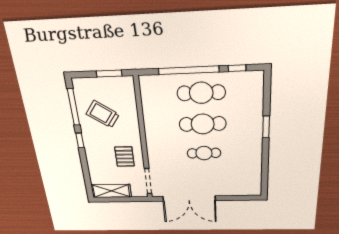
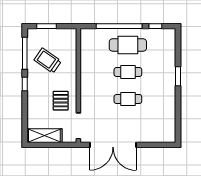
window: (109, 73) -> (47, 26), moved
cafe table: (203, 124) -> (128, 72), width x0.73, depth x0.74

